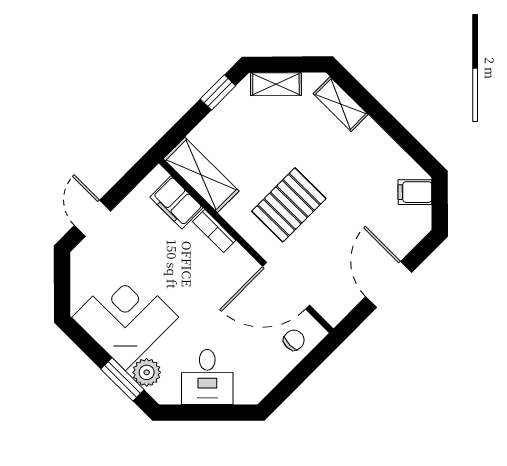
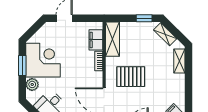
window: (122, 379) -> (22, 66), moved

